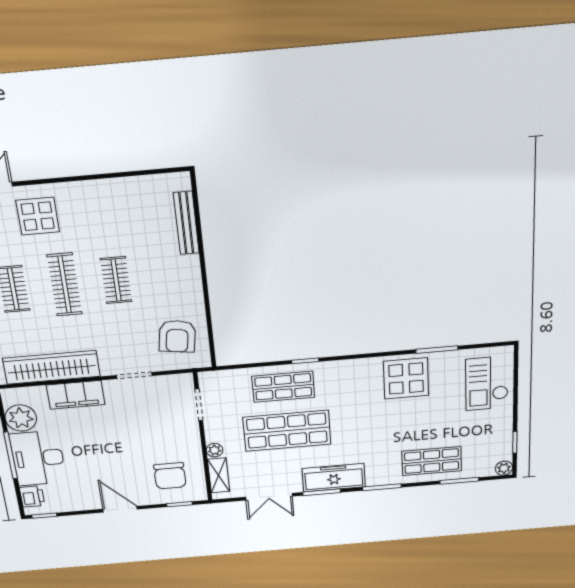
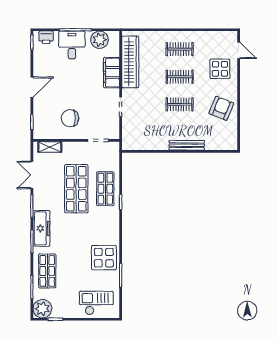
bench: (186, 223) -> (187, 145), moved
clothes rail: (65, 285) -> (180, 77), width x0.73
armchair: (177, 336) -> (221, 108), moved, turned 104
plant: (215, 450) -> (67, 146), removed
desk: (38, 458) -> (72, 45), width x0.73
plant: (504, 468) -> (42, 309), width x1.87, depth x1.87
chair: (170, 476) -> (70, 118), moved
freezer: (334, 478) -> (41, 228), moved

